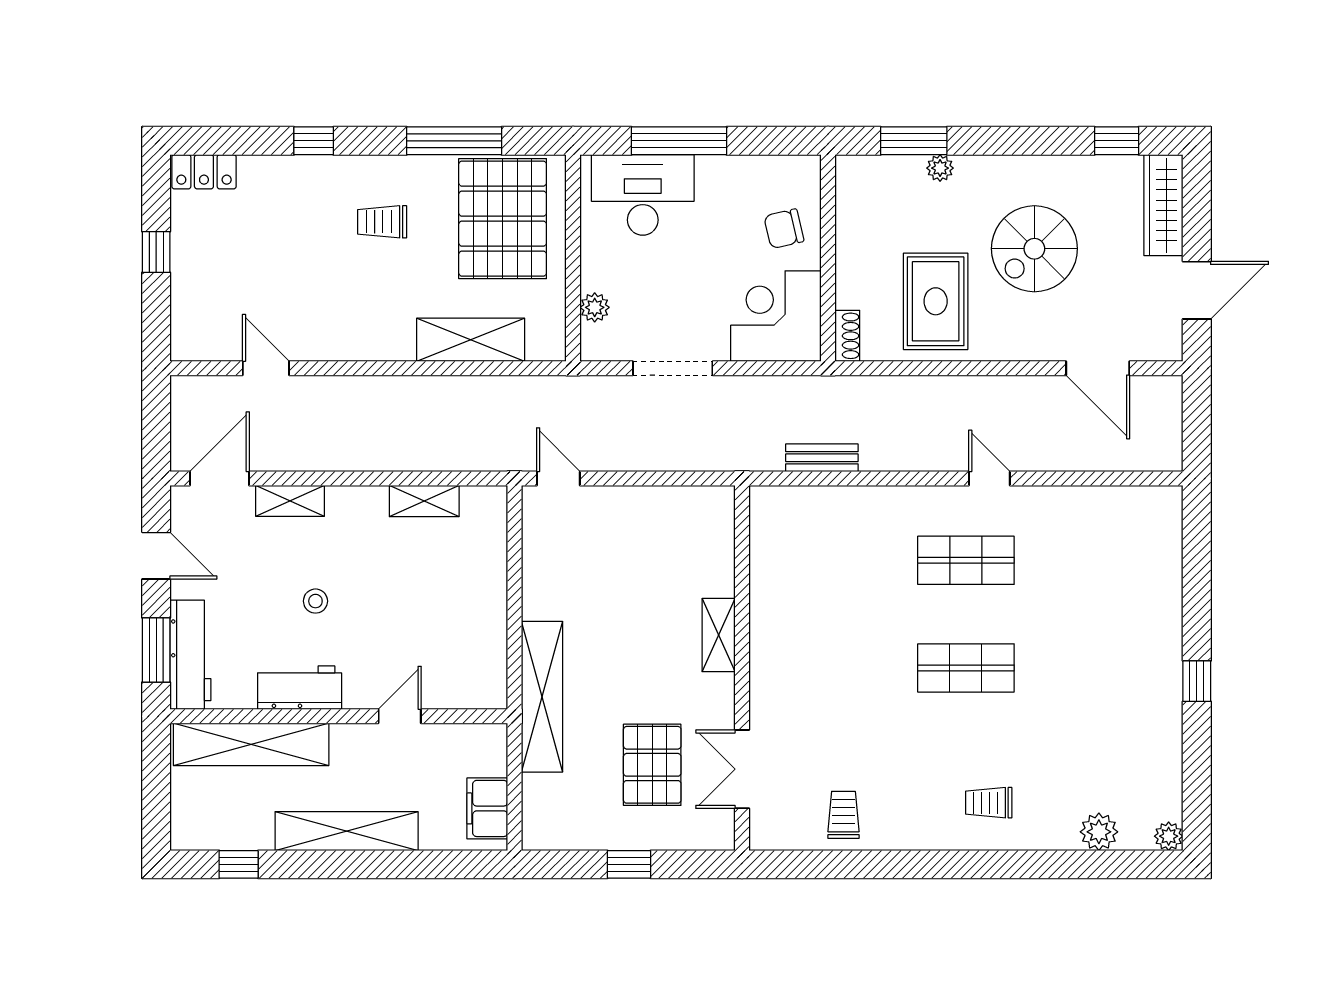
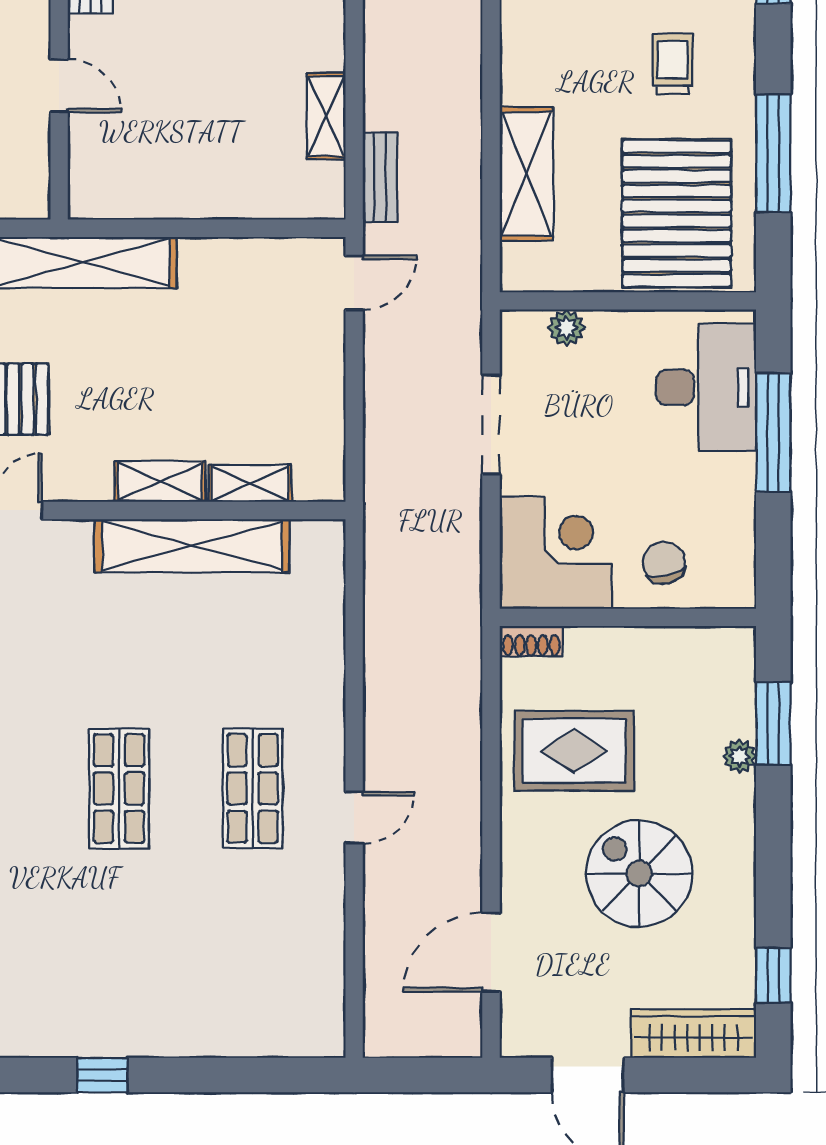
pallet: (503, 219) -> (677, 213), turned 90
bench: (822, 458) -> (380, 177), moved
shelving: (720, 562) -> (250, 483), added
shelving: (770, 609) -> (192, 546), added

